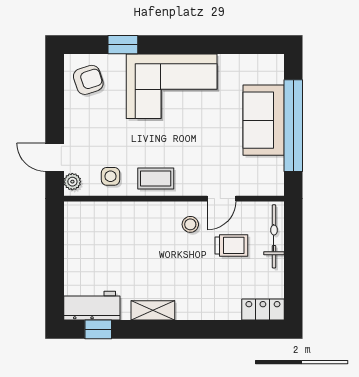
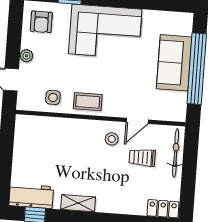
armchair: (88, 80) -> (41, 22), turned 108
plant: (72, 182) -> (27, 56), moved
trolley: (231, 245) -> (142, 158), turned 180

